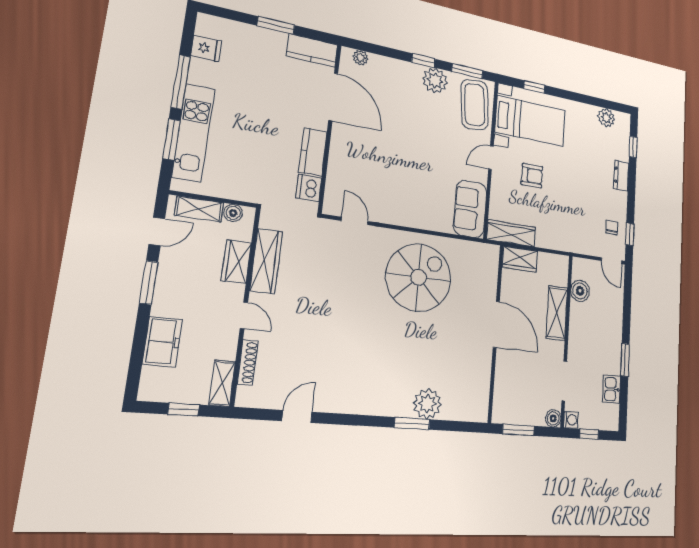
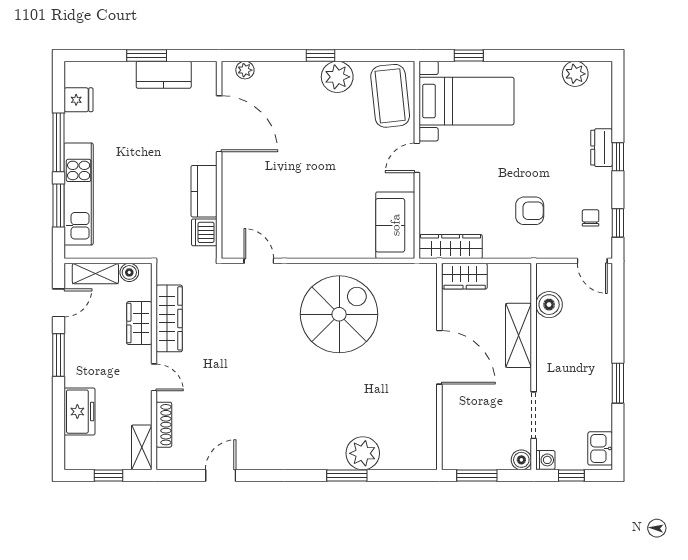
kitchen counter: (312, 50) -> (164, 75), moved
window: (467, 71) -> (377, 55), removed
window: (633, 147) -> (618, 157), moved
armchair: (532, 176) -> (530, 211), moved
kitchen sink: (612, 389) -> (600, 448), moved

